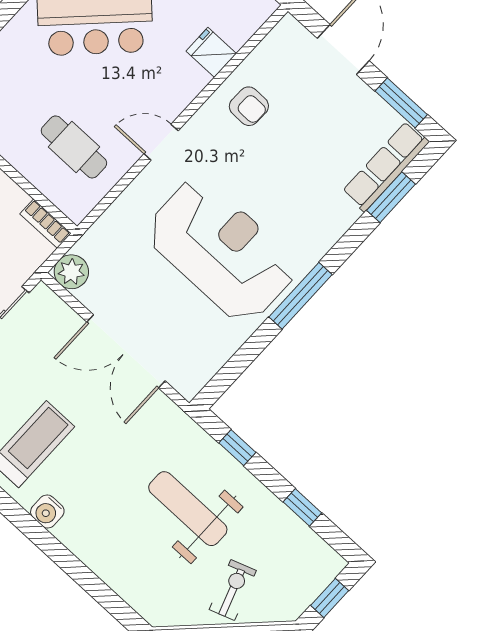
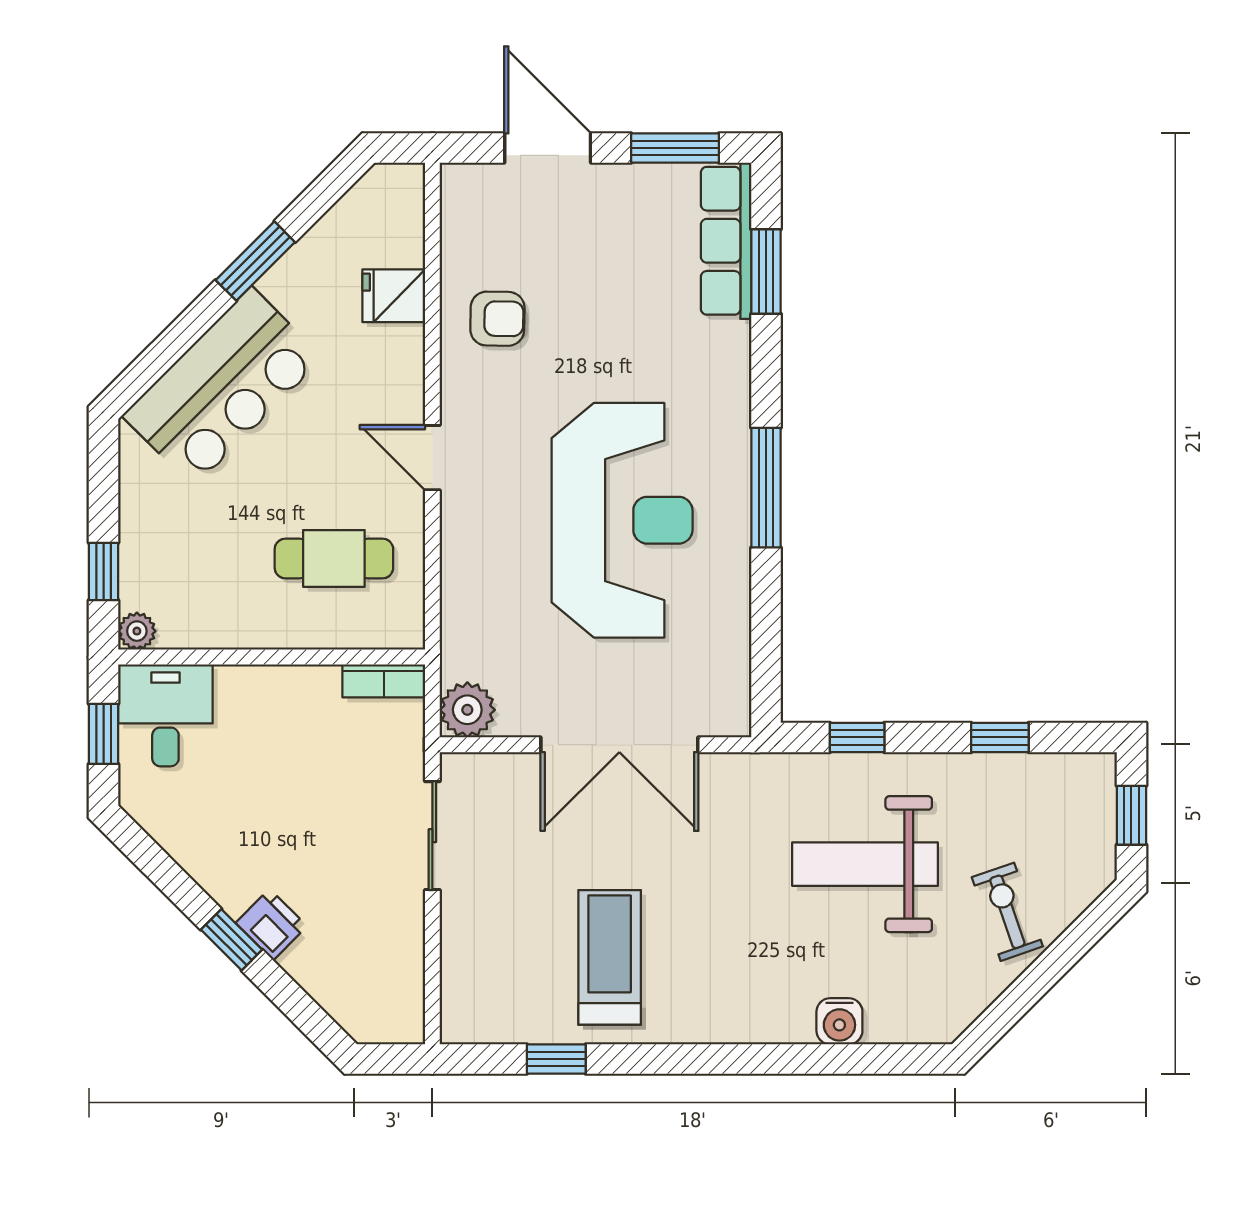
door: (161, 142) -> (432, 458), hinge flipped
reception desk: (221, 250) -> (622, 520), turned 90
water cooler: (47, 512) -> (839, 1021), moved

